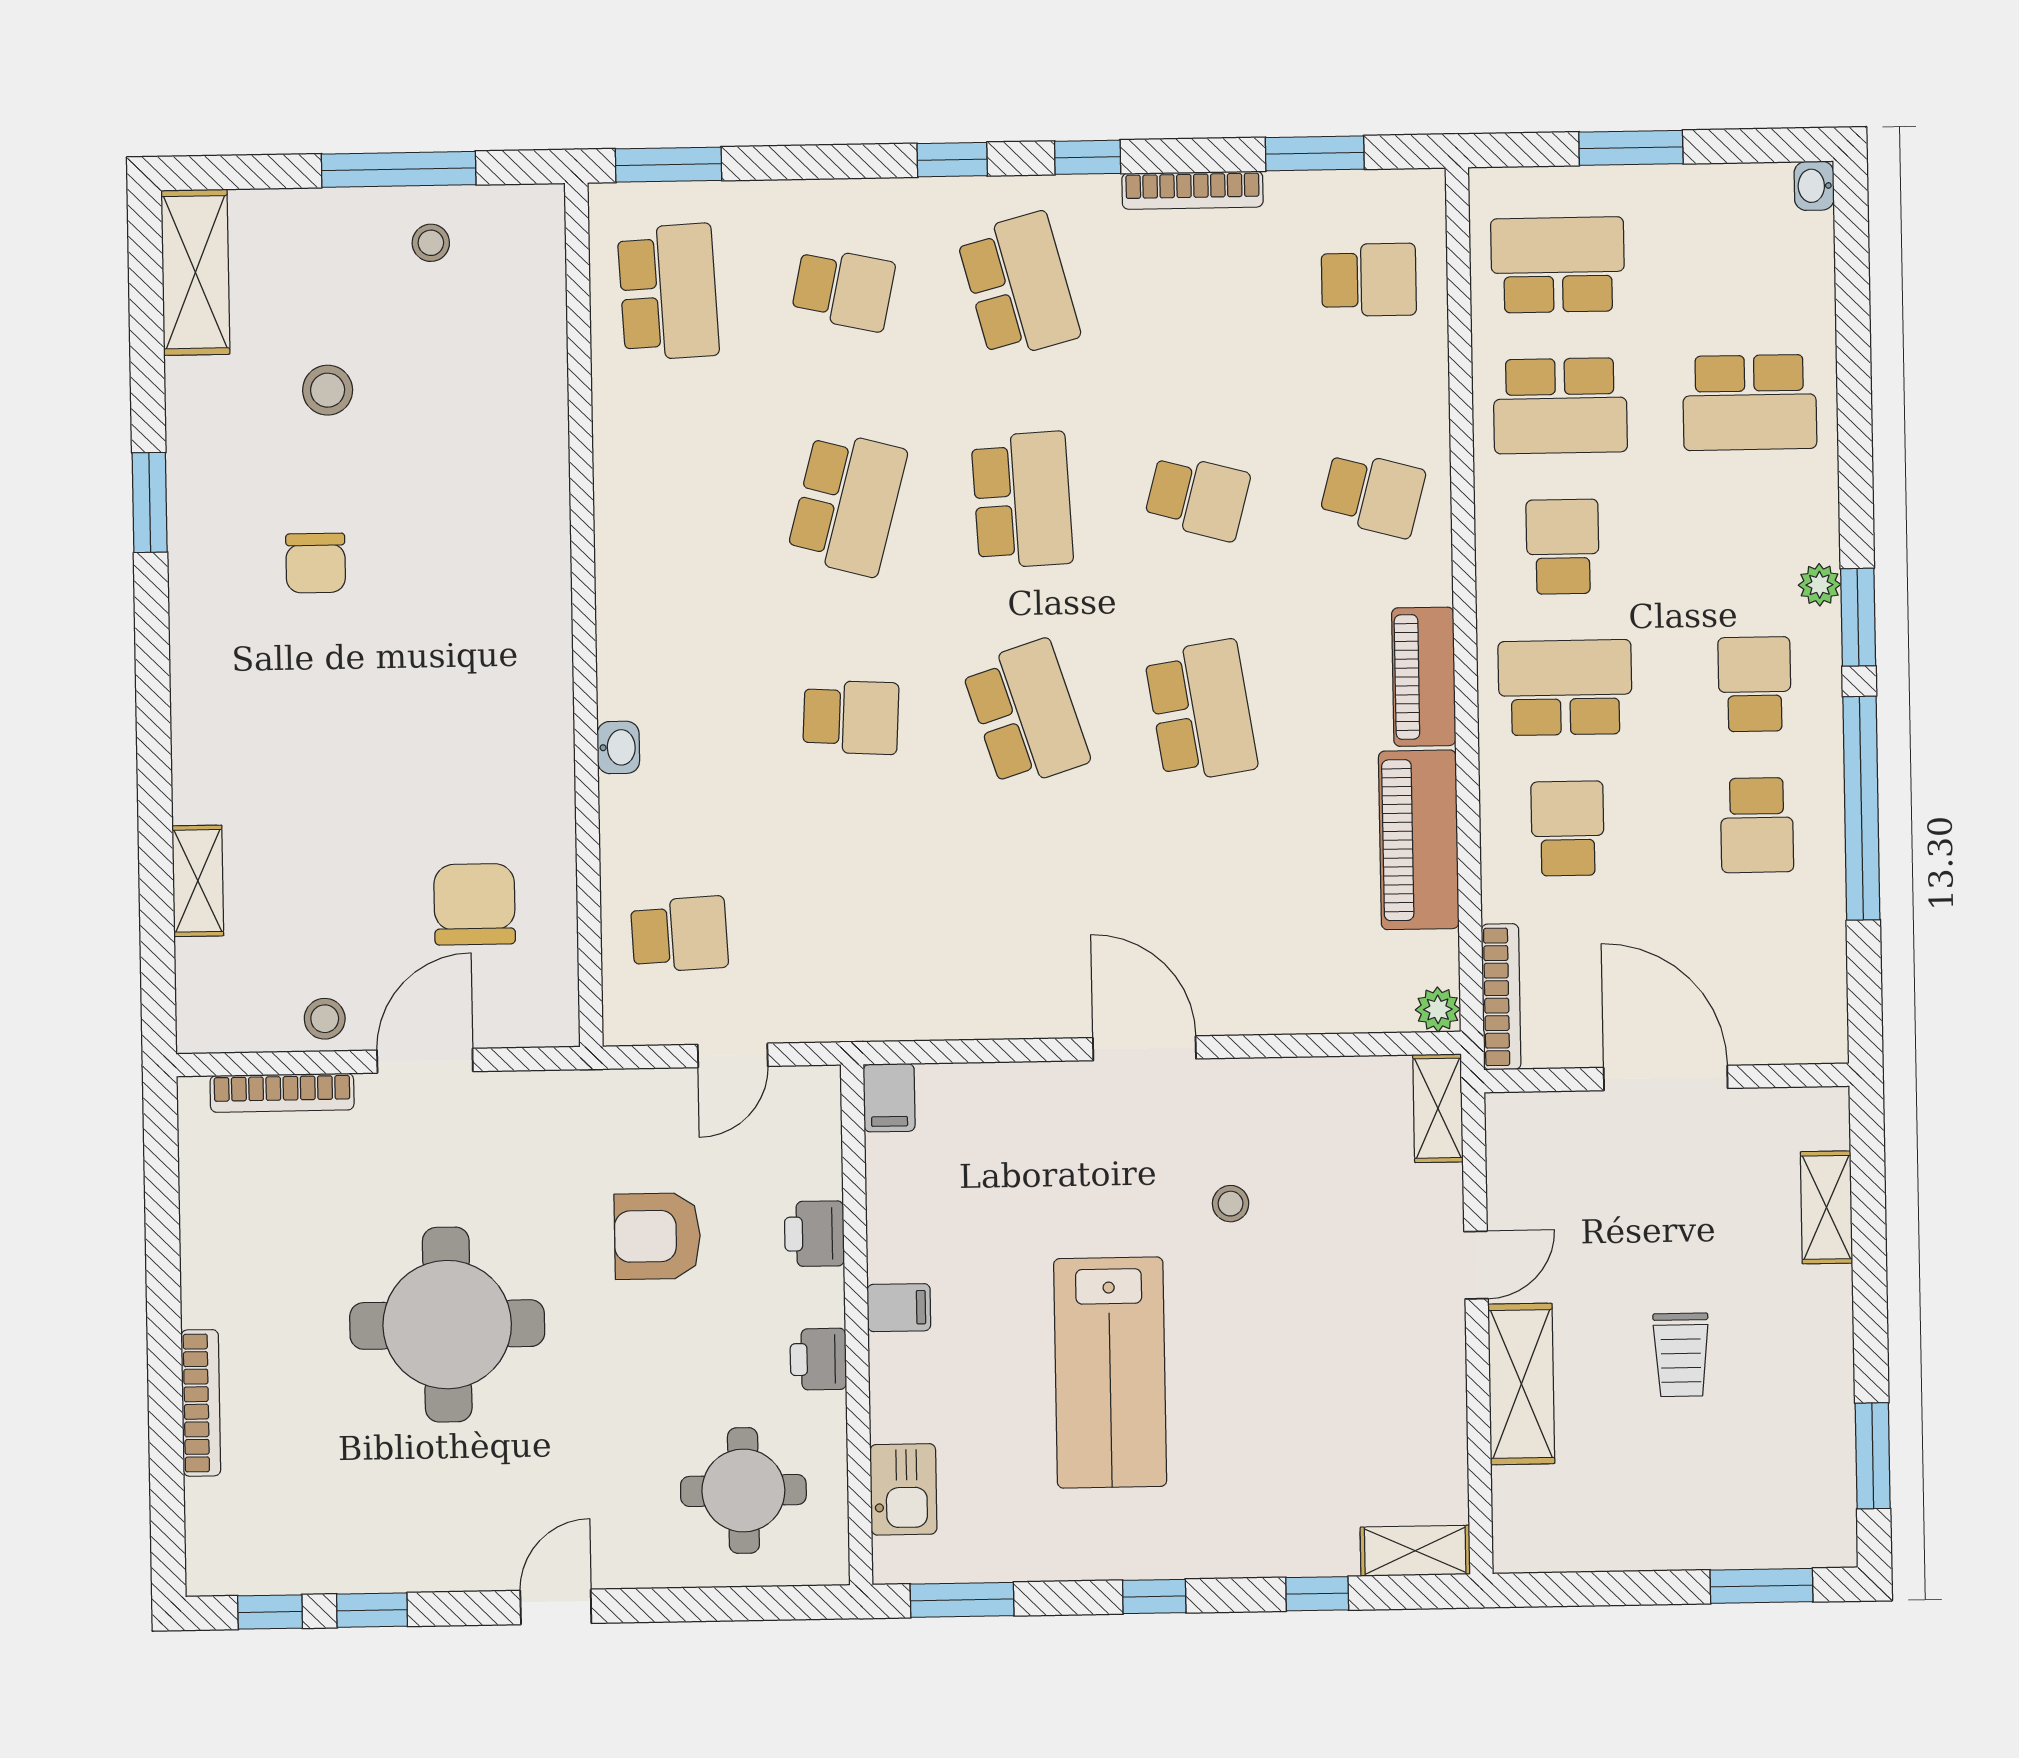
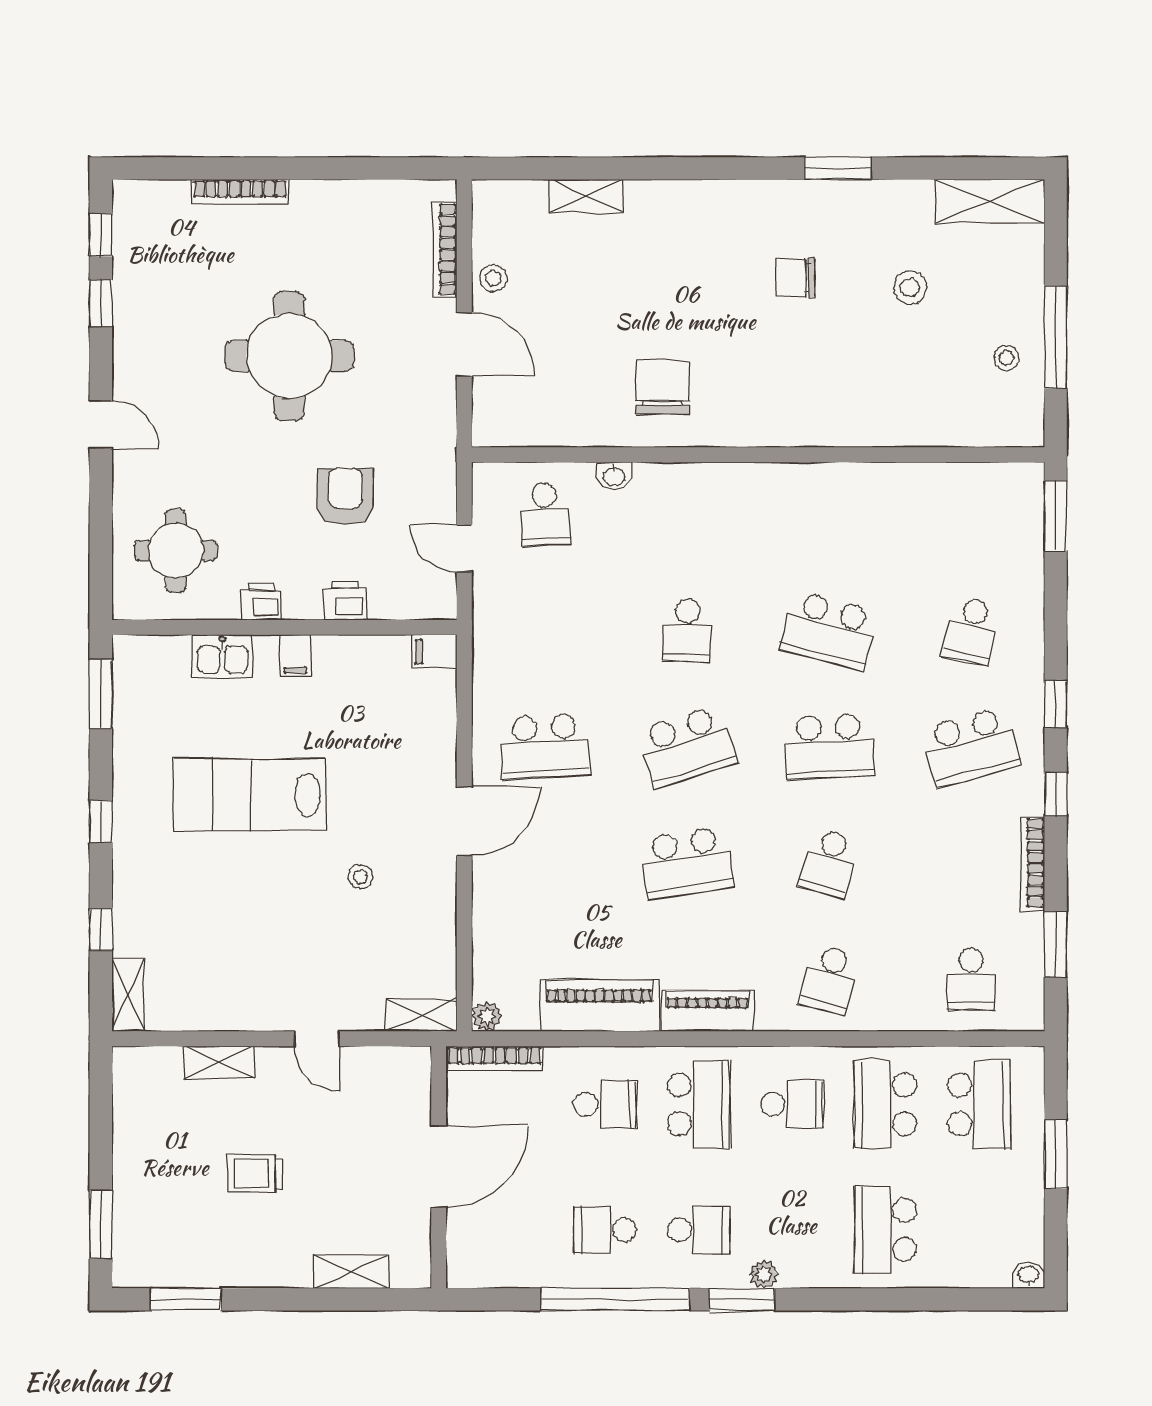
school desk: (668, 292) -> (545, 747), moved
washbasin: (618, 747) -> (614, 476), moved
chair: (475, 904) -> (663, 387), moved, turned -90
shelving: (1521, 1384) -> (220, 1062), width x0.67, depth x0.75
kitchen sink: (903, 1489) -> (222, 656), moved

